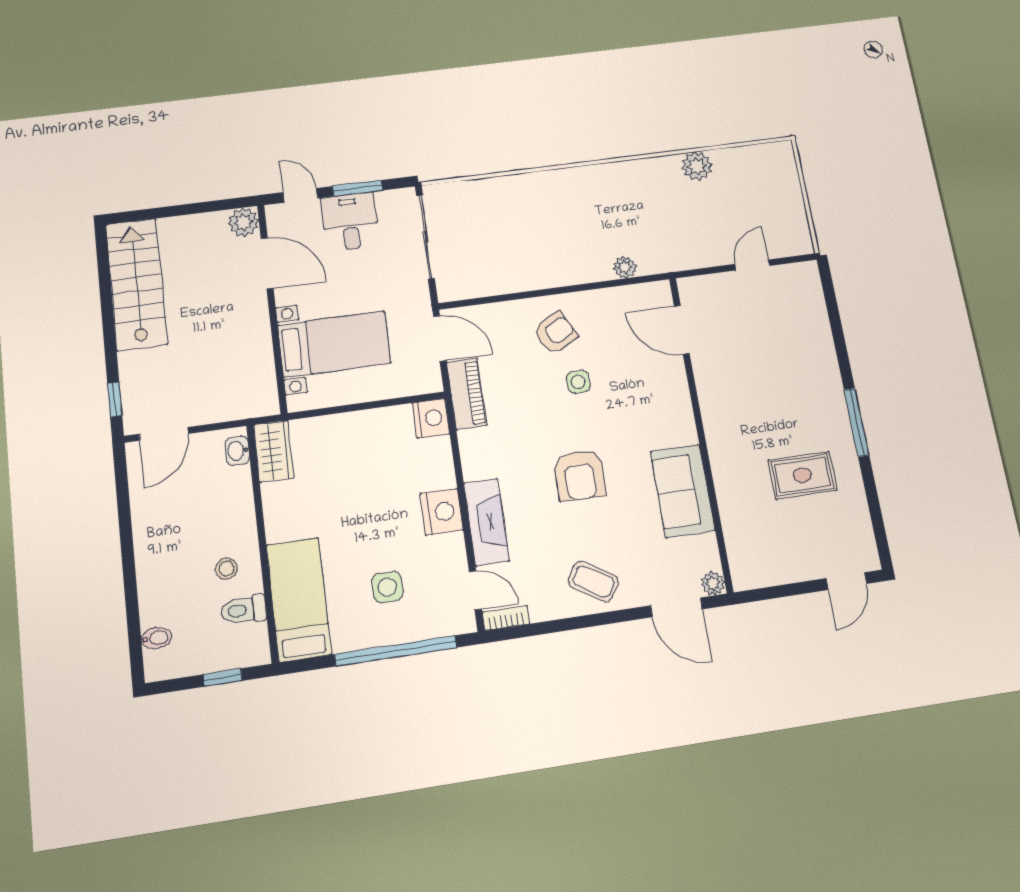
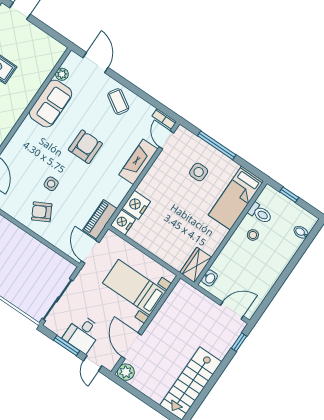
nightstand: (442, 512) -> (136, 205), moved
plant: (713, 583) -> (62, 74), moved
window: (396, 651) -> (217, 145), width x0.68

